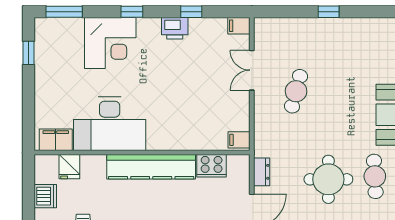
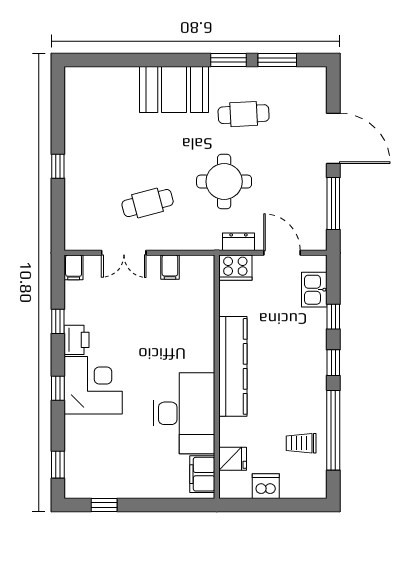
window: (64, 12) -> (58, 465), width x0.67
corner desk: (110, 43) -> (93, 385), moved
cafe table: (296, 91) -> (148, 203), turned -30
filing cabinet: (239, 140) -> (170, 267), moved
cooker: (212, 166) -> (235, 268), moved, turned 90
round table: (328, 179) -> (224, 182), moved

